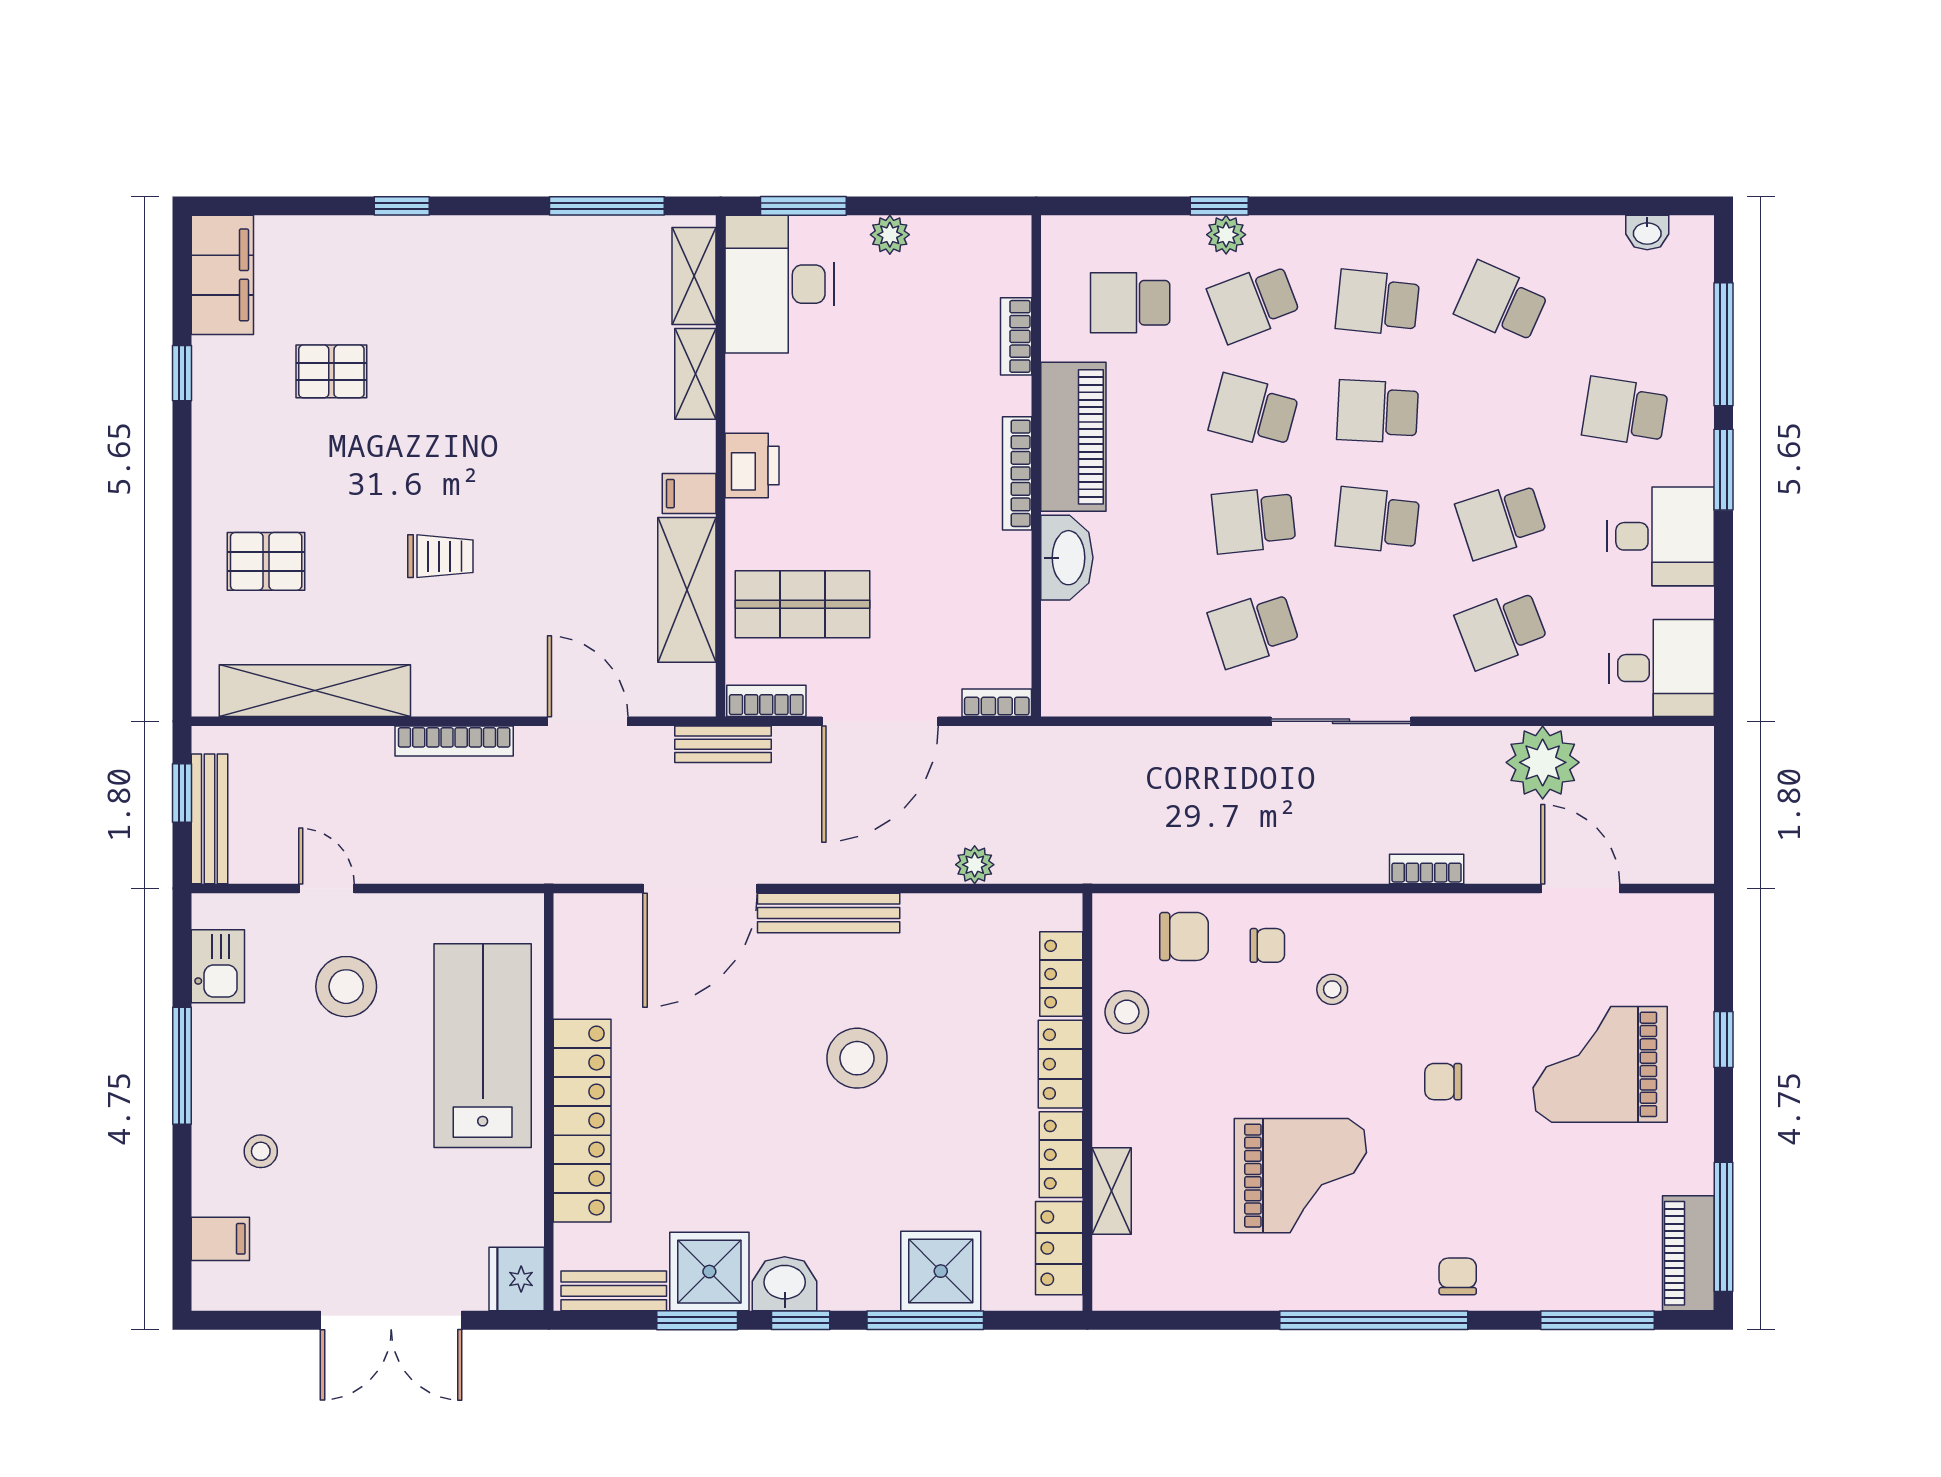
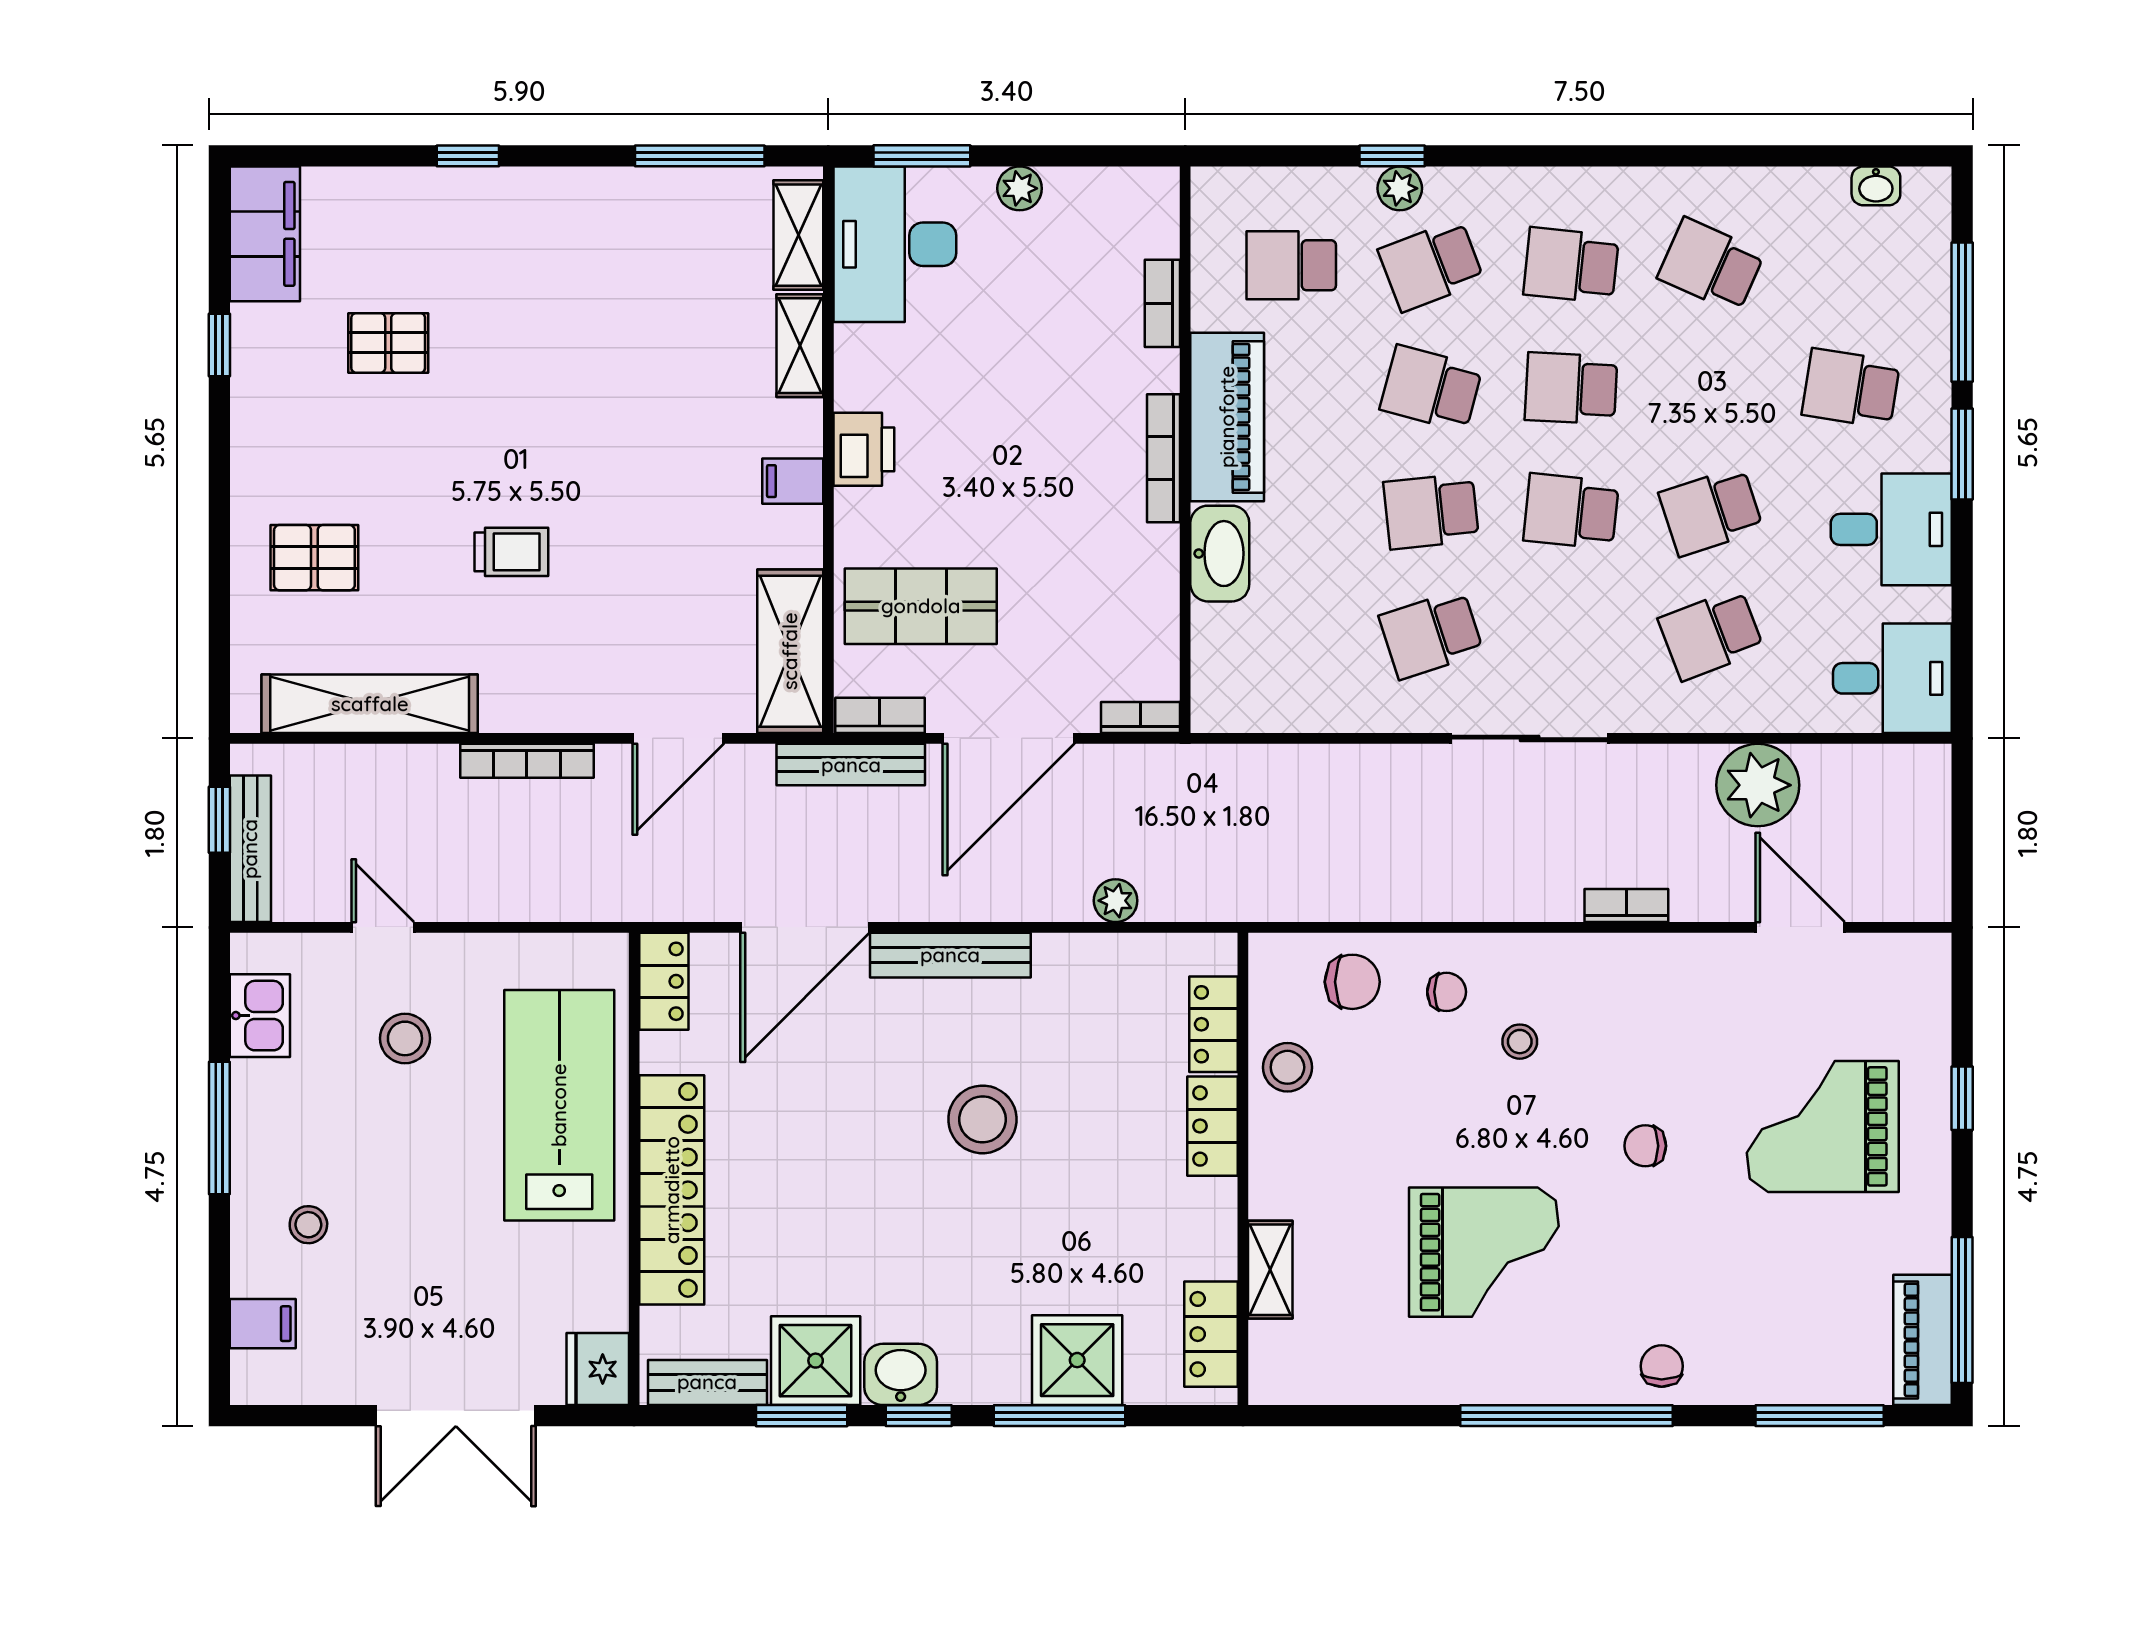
shelving: (687, 590) -> (790, 651), moved
door: (588, 721) -> (678, 738), swing flipped
bench: (723, 744) -> (851, 765), width x1.36
stool: (346, 987) -> (405, 1038), width x0.73, depth x0.73
locker: (1061, 1155) -> (664, 981), moved, turned 180

